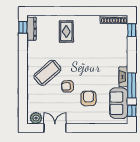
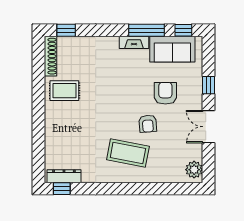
rug: (66, 31) -> (64, 91), moved
coffee table: (47, 73) -> (128, 153), turned -38
armchair: (88, 98) -> (165, 93), turned 90
double door: (55, 128) -> (209, 127), moved
window: (94, 128) -> (209, 85), added

